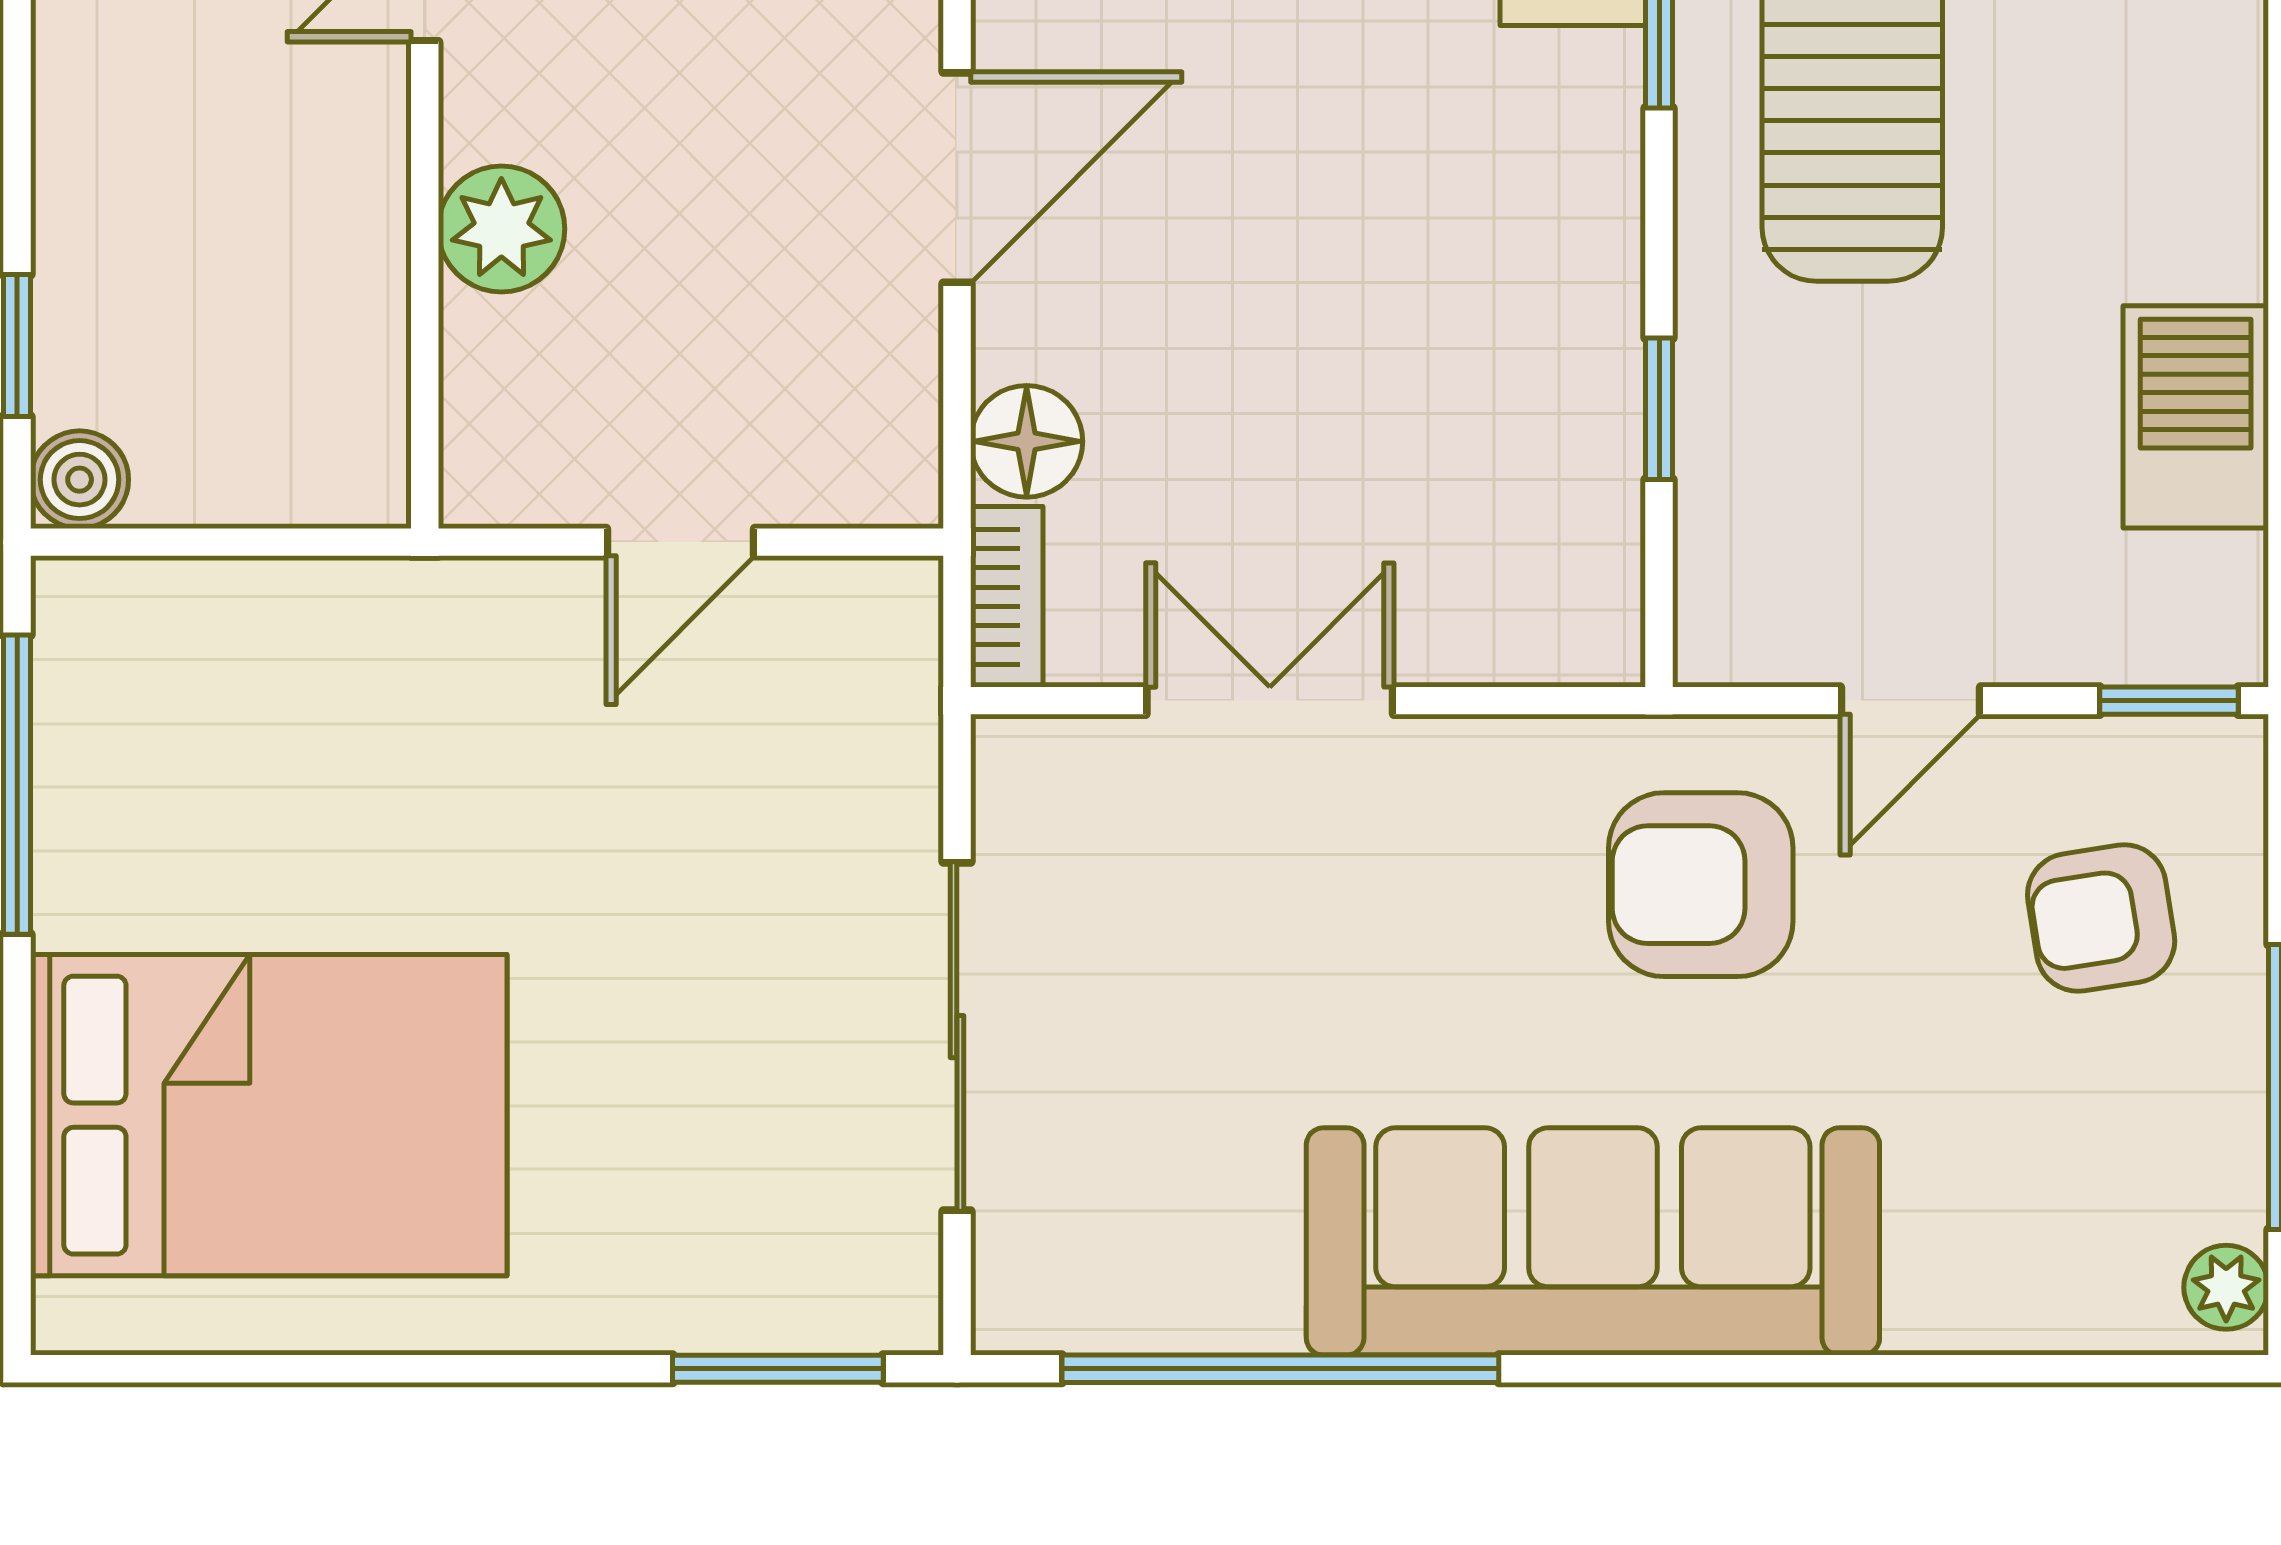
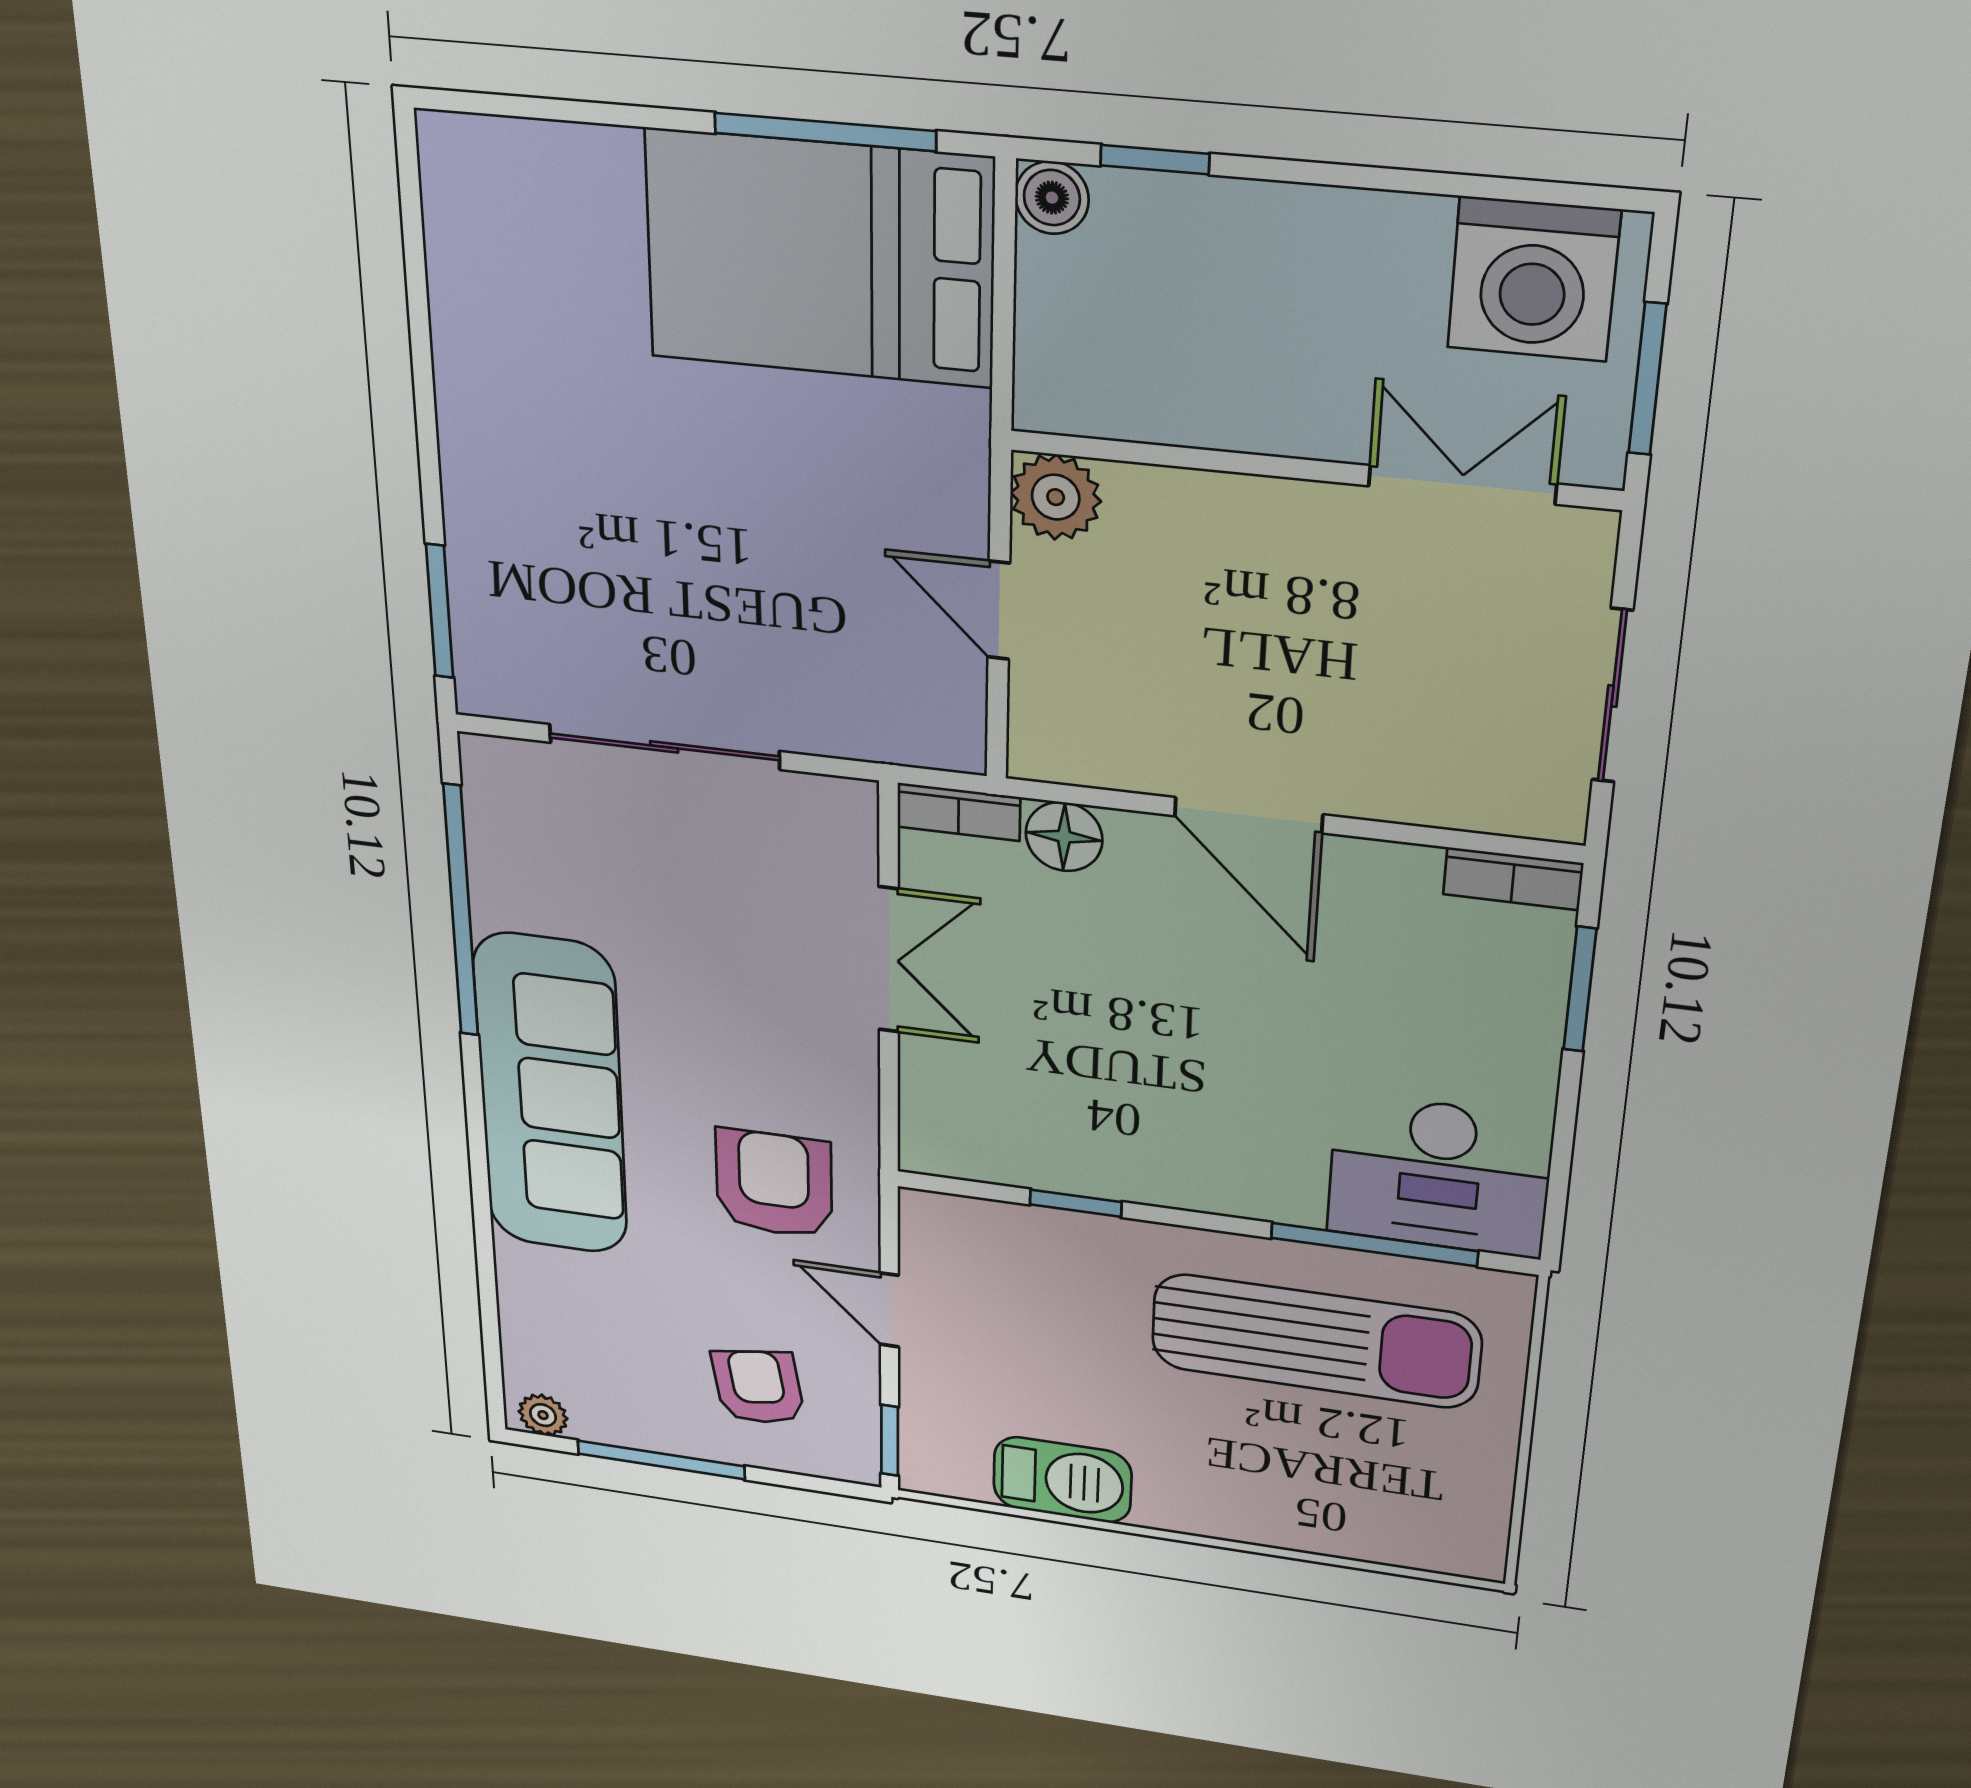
plant: (501, 229) -> (1056, 497), moved
bed: (269, 1115) -> (820, 259), moved, turned 90

